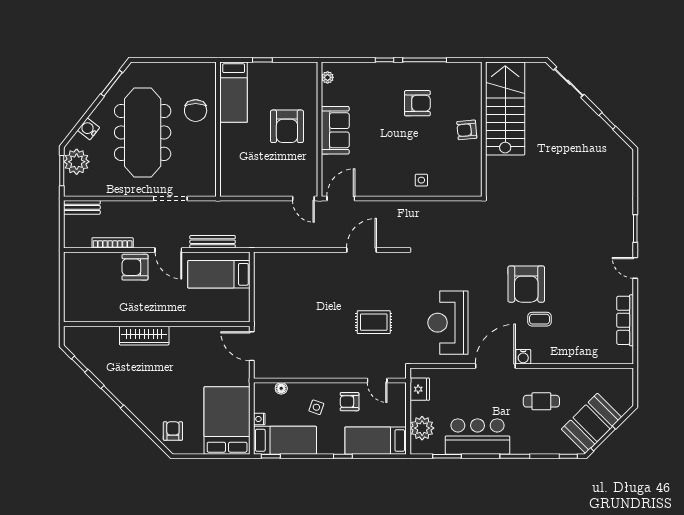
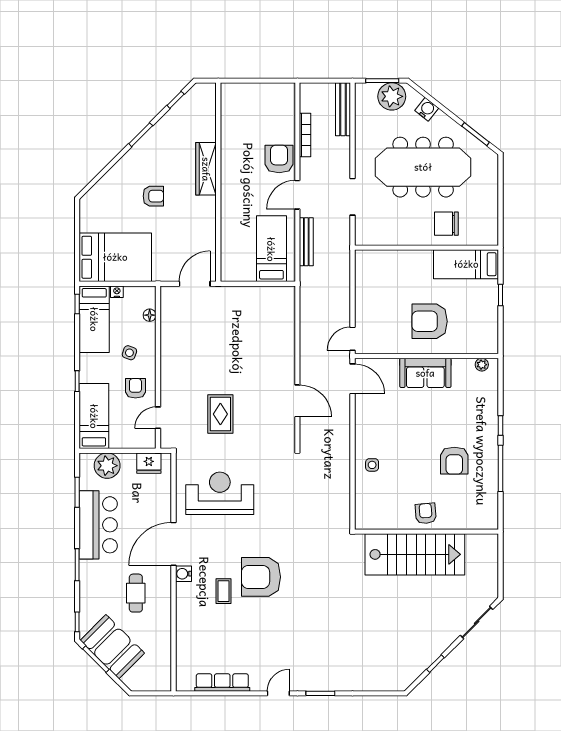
stairs: (505, 108) -> (415, 554), moved
bench: (82, 207) -> (343, 109), width x1.36
door: (495, 366) -> (173, 544), swing flipped
armchair: (173, 431) -> (153, 196), moved

